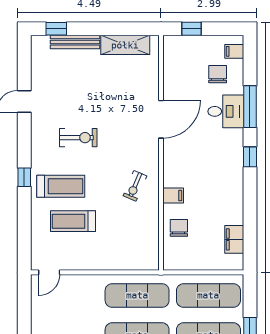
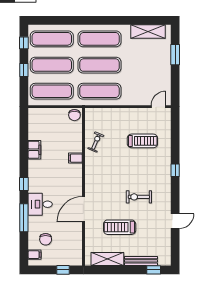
desk: (226, 111) -> (40, 204), moved
treadmill: (61, 186) -> (120, 227), moved
exercise bike: (135, 186) -> (96, 142), moved
chair: (179, 228) -> (74, 115), moved
filing cabinet: (234, 239) -> (34, 150), moved

